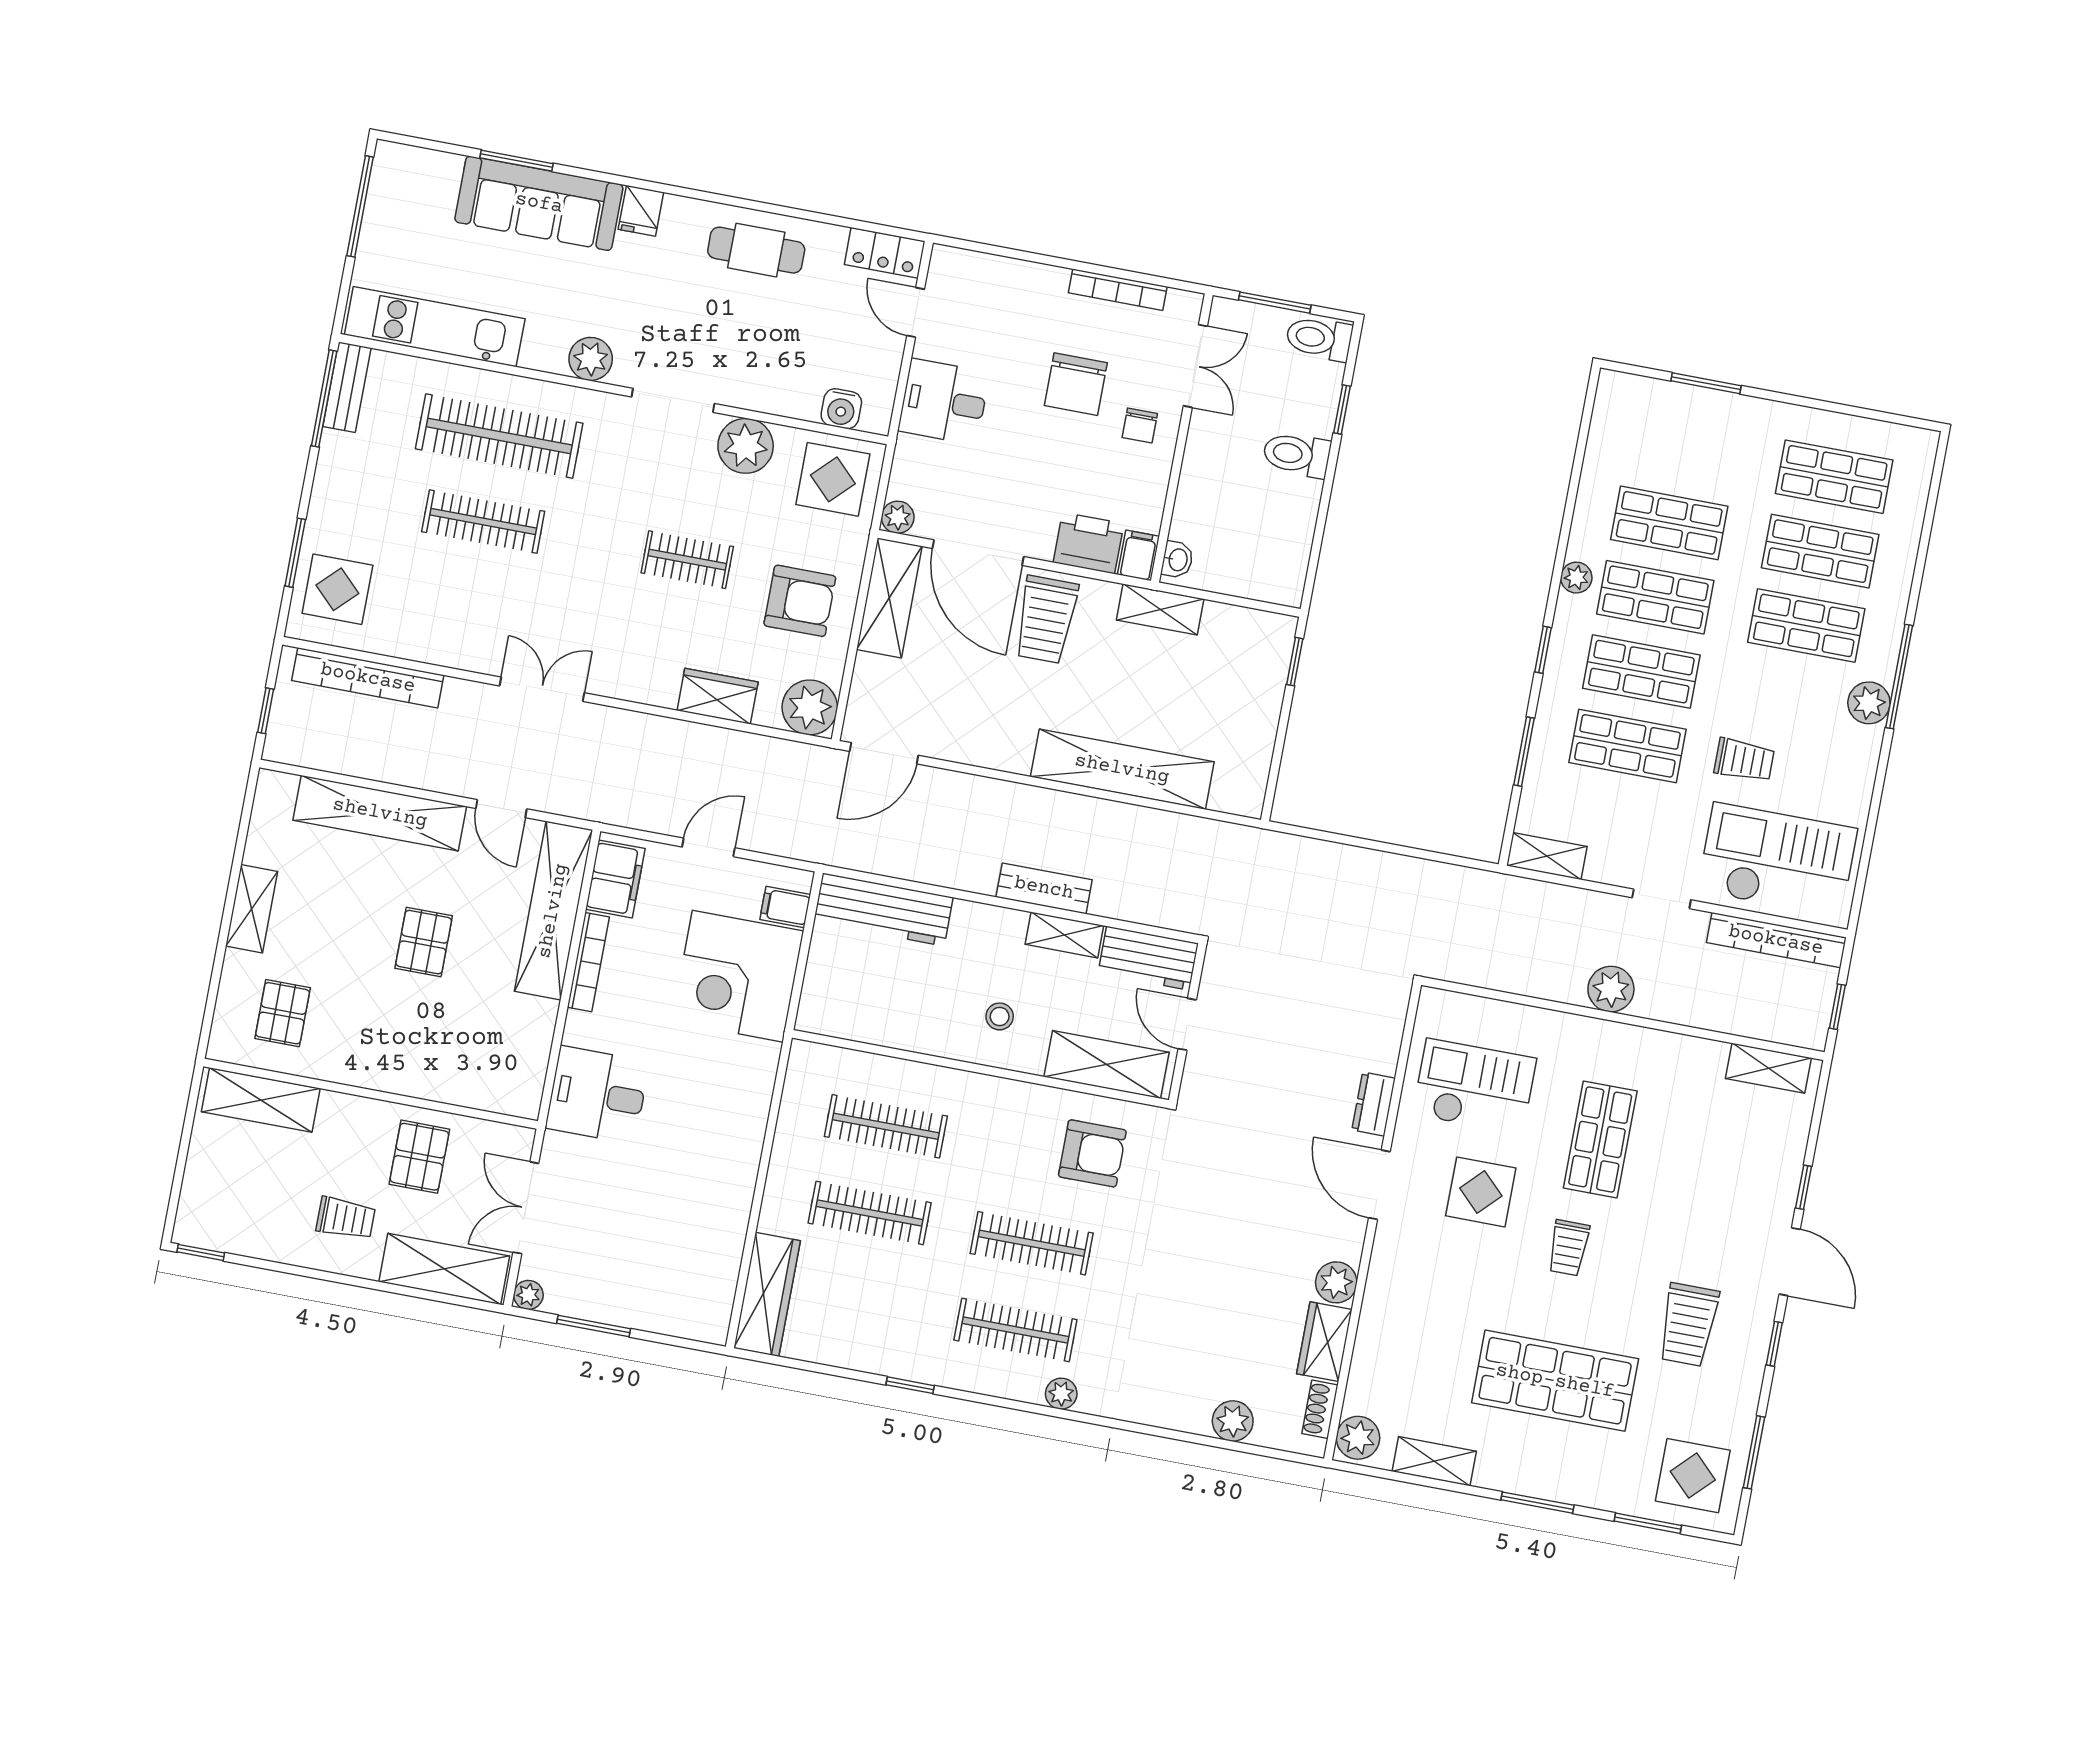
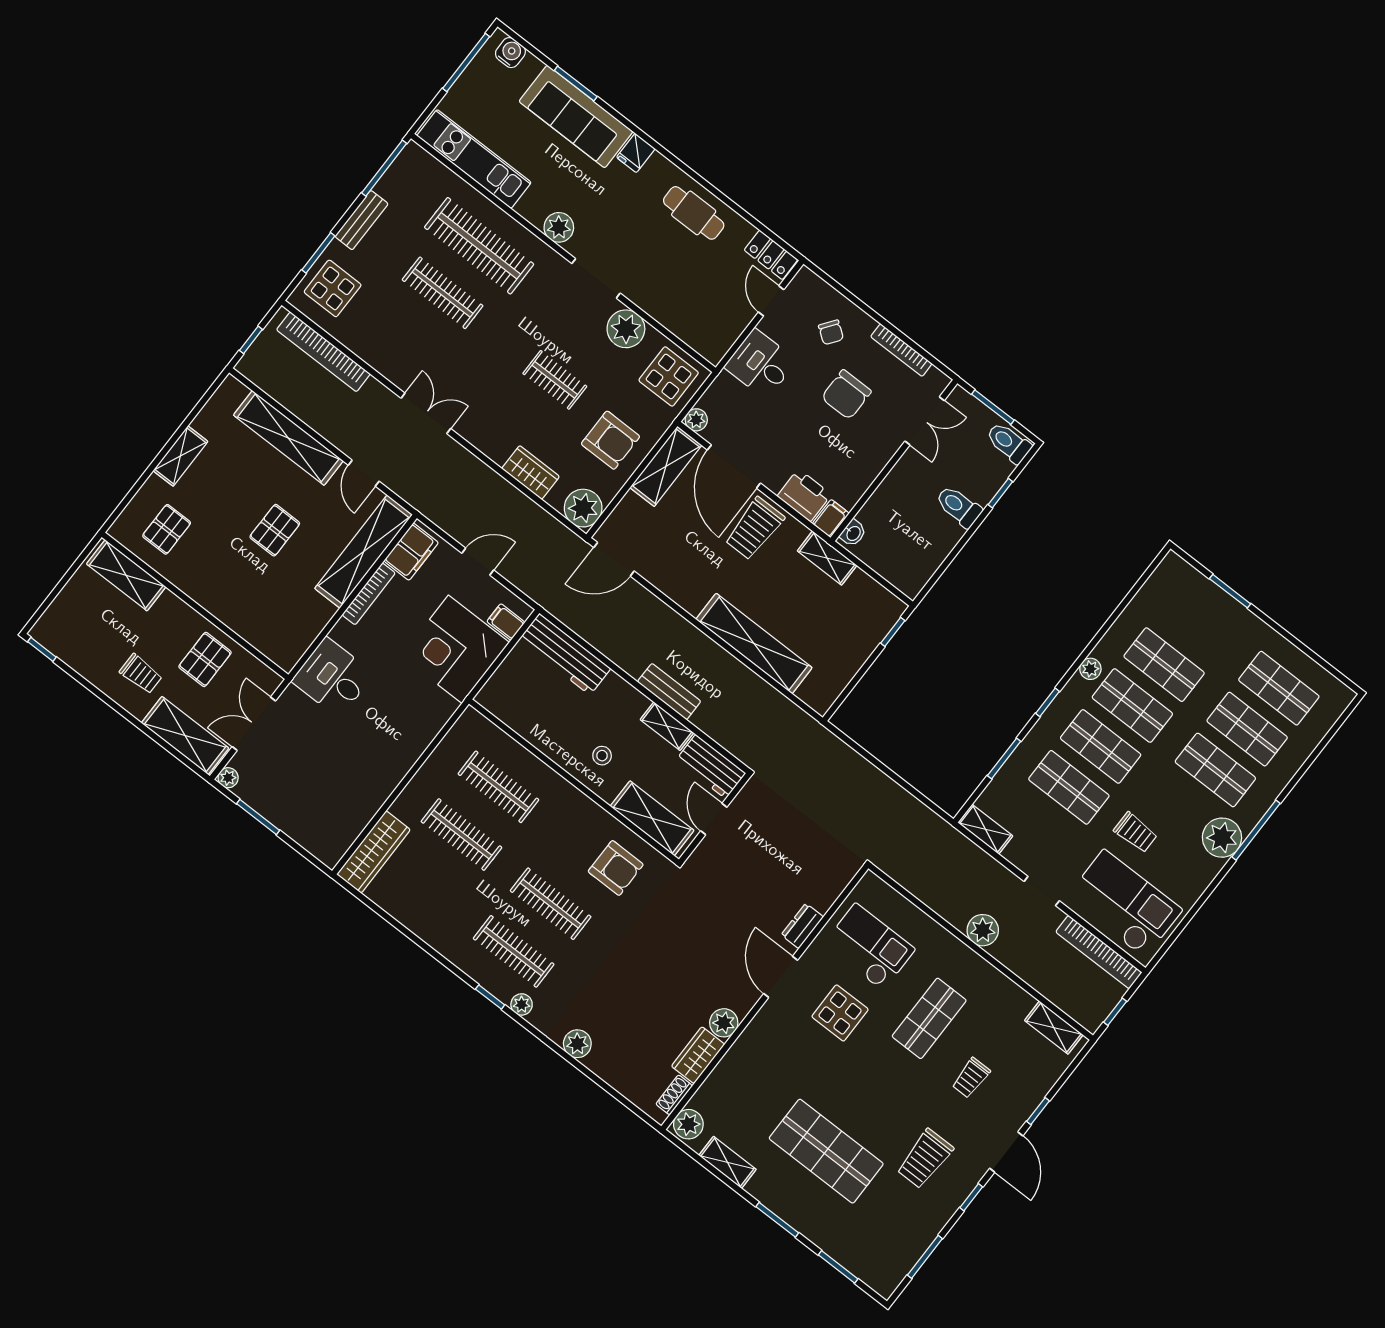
bench: (347, 387) -> (361, 220), moved
water cooler: (841, 409) -> (510, 53), moved, turned 180
chair: (1140, 425) -> (831, 332), moved, turned -54
plant: (1869, 703) -> (1222, 838), width x1.36, depth x1.36
trolley: (1569, 1248) -> (971, 1078), moved
window: (910, 1385) -> (490, 997), moved
plant: (1233, 1421) -> (577, 1044), moved
display table: (1693, 1476) -> (880, 1252), removed

